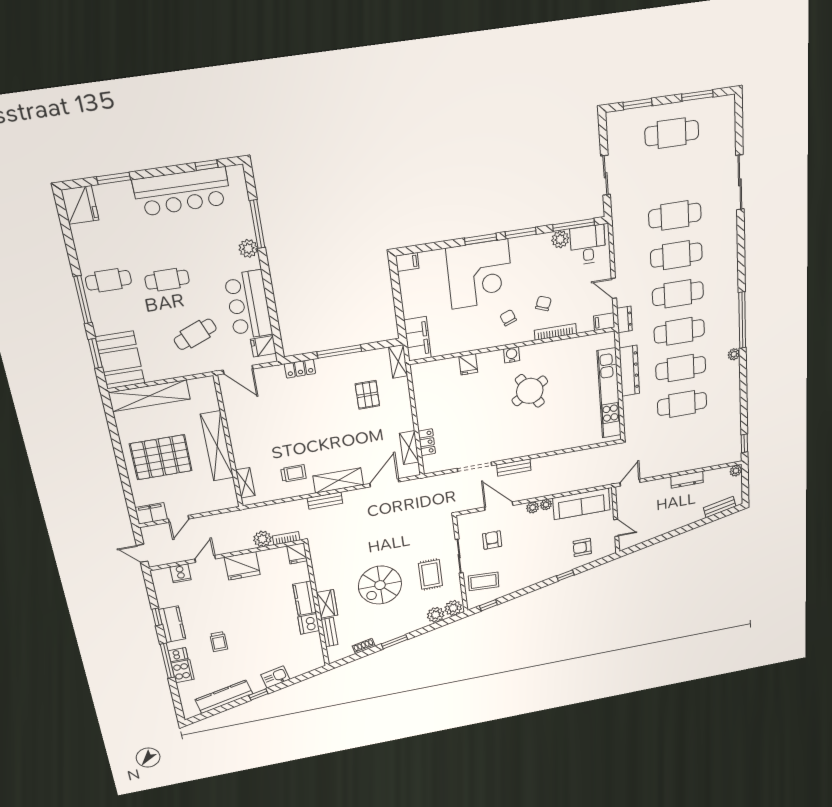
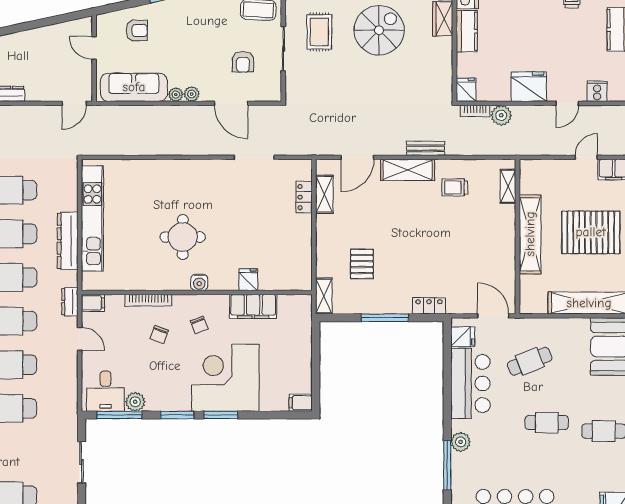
filing cabinet: (418, 339) -> (253, 306), moved, turned -90
round table: (530, 391) -> (183, 237), turned 31
bench: (514, 468) -> (209, 148), removed

